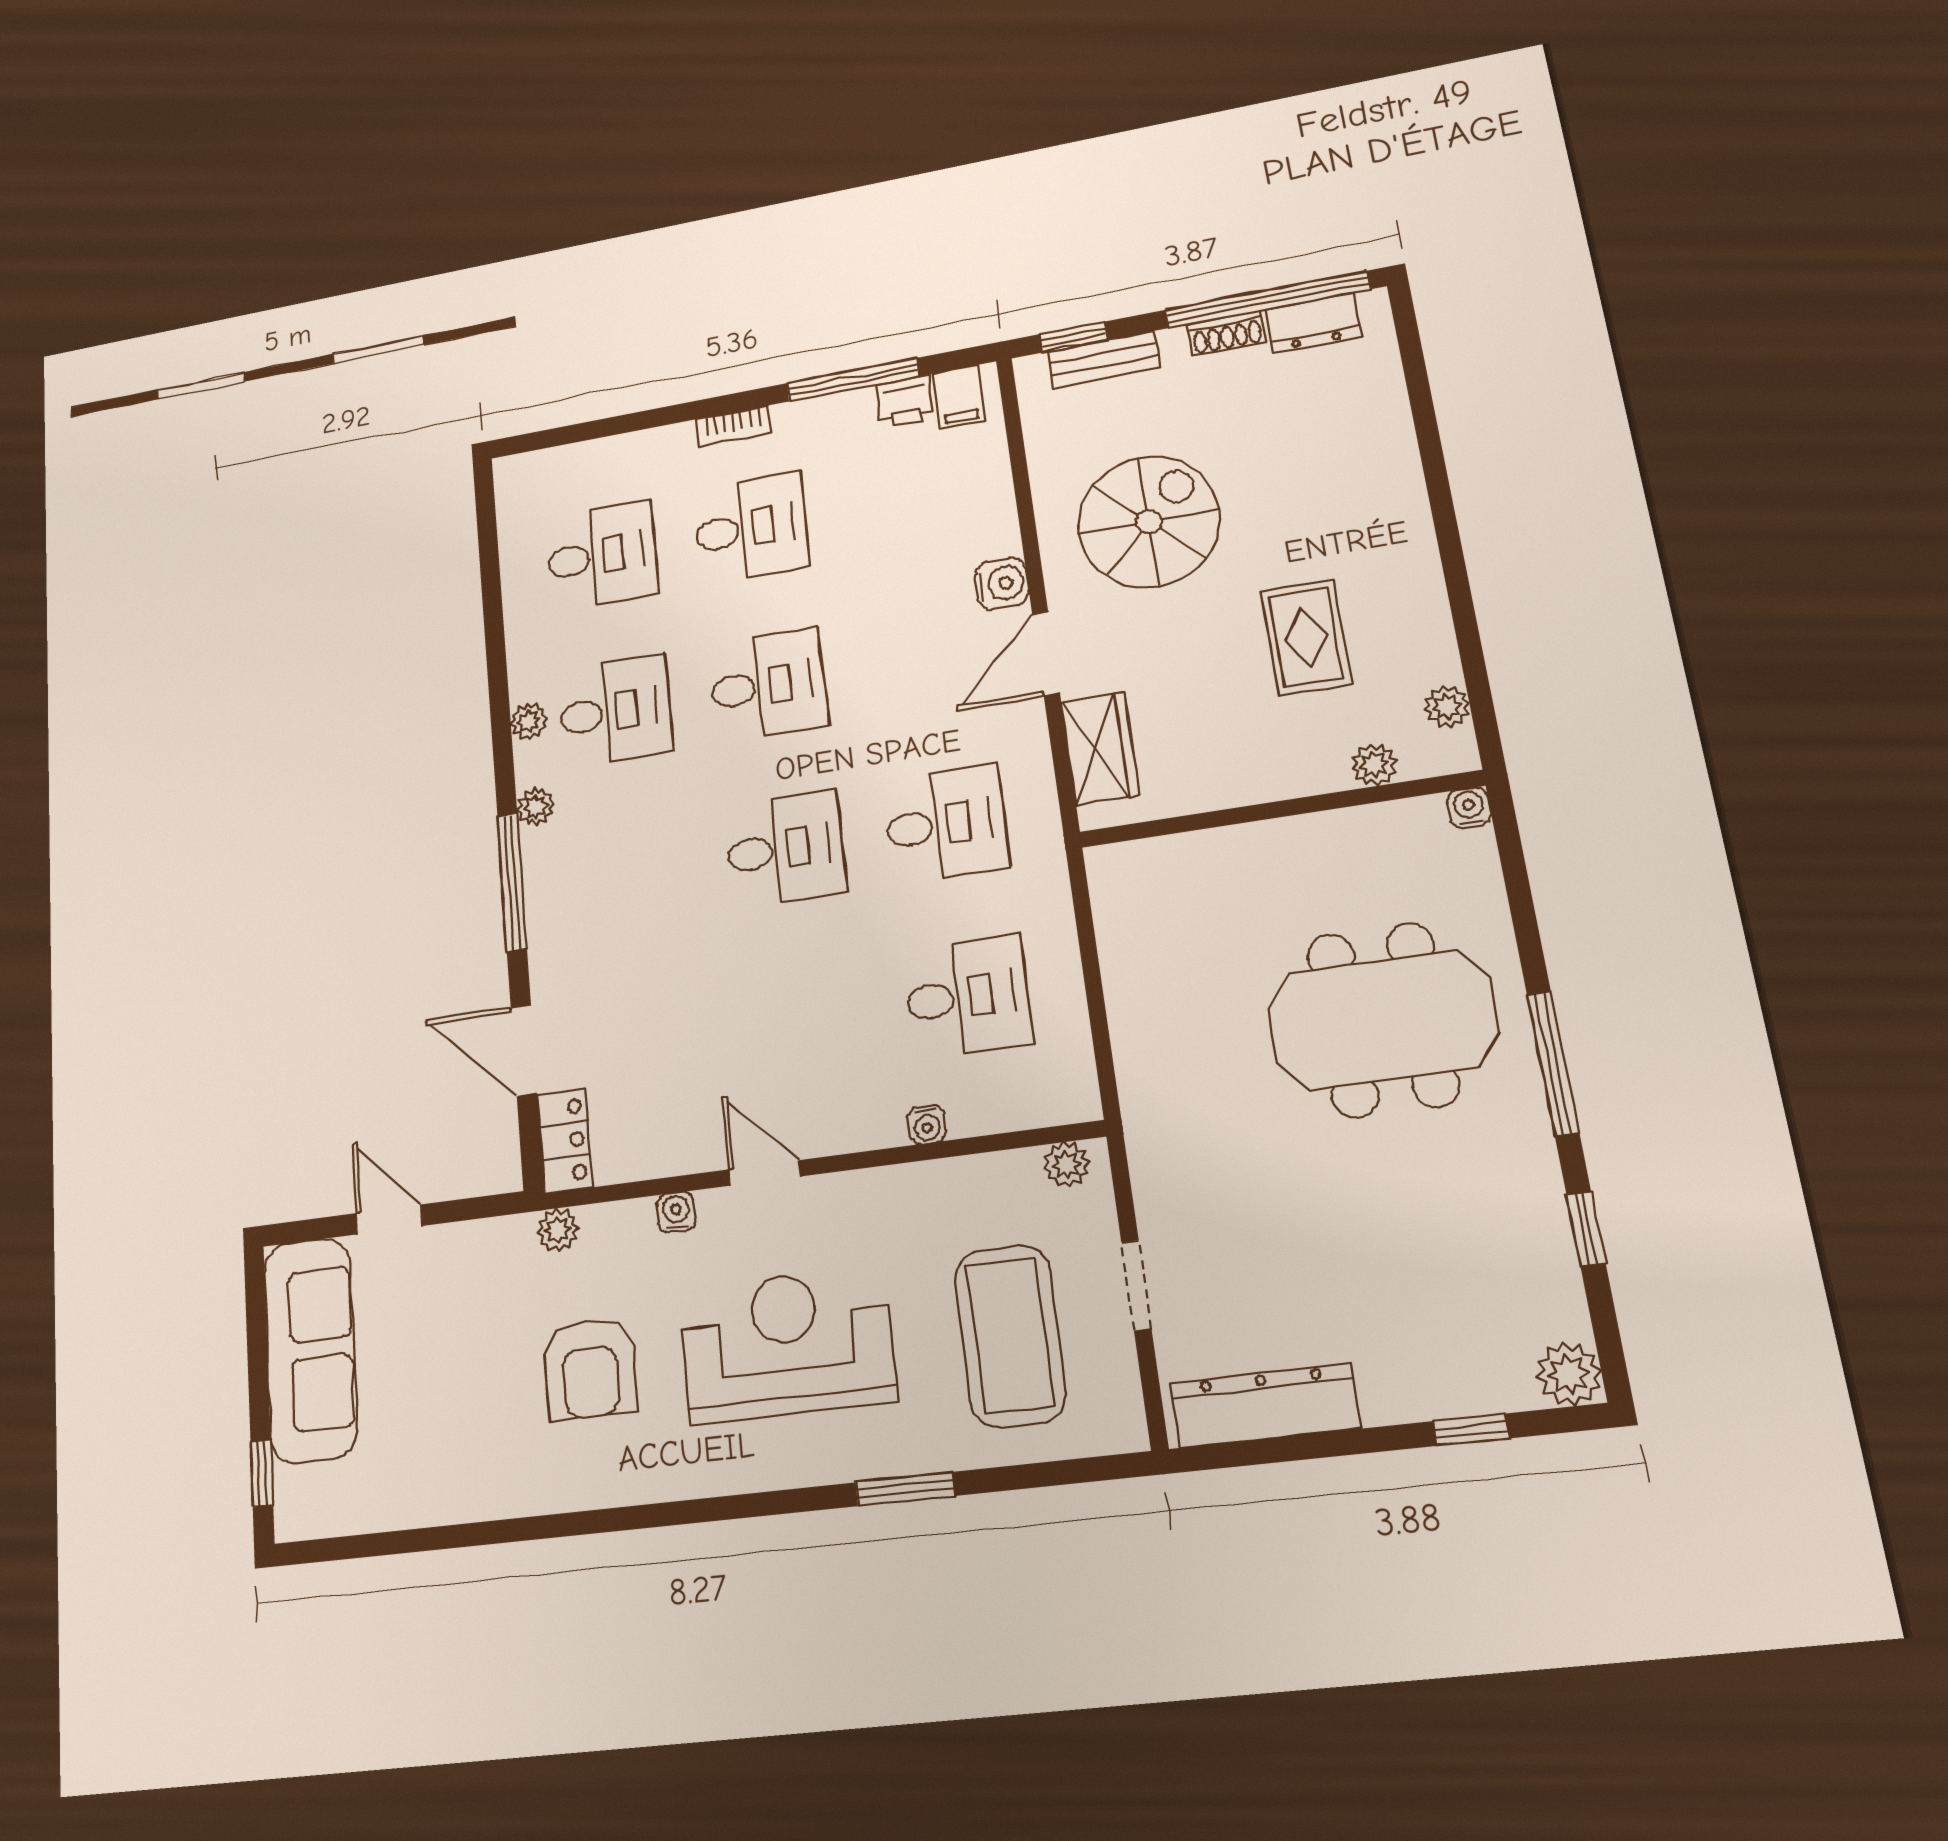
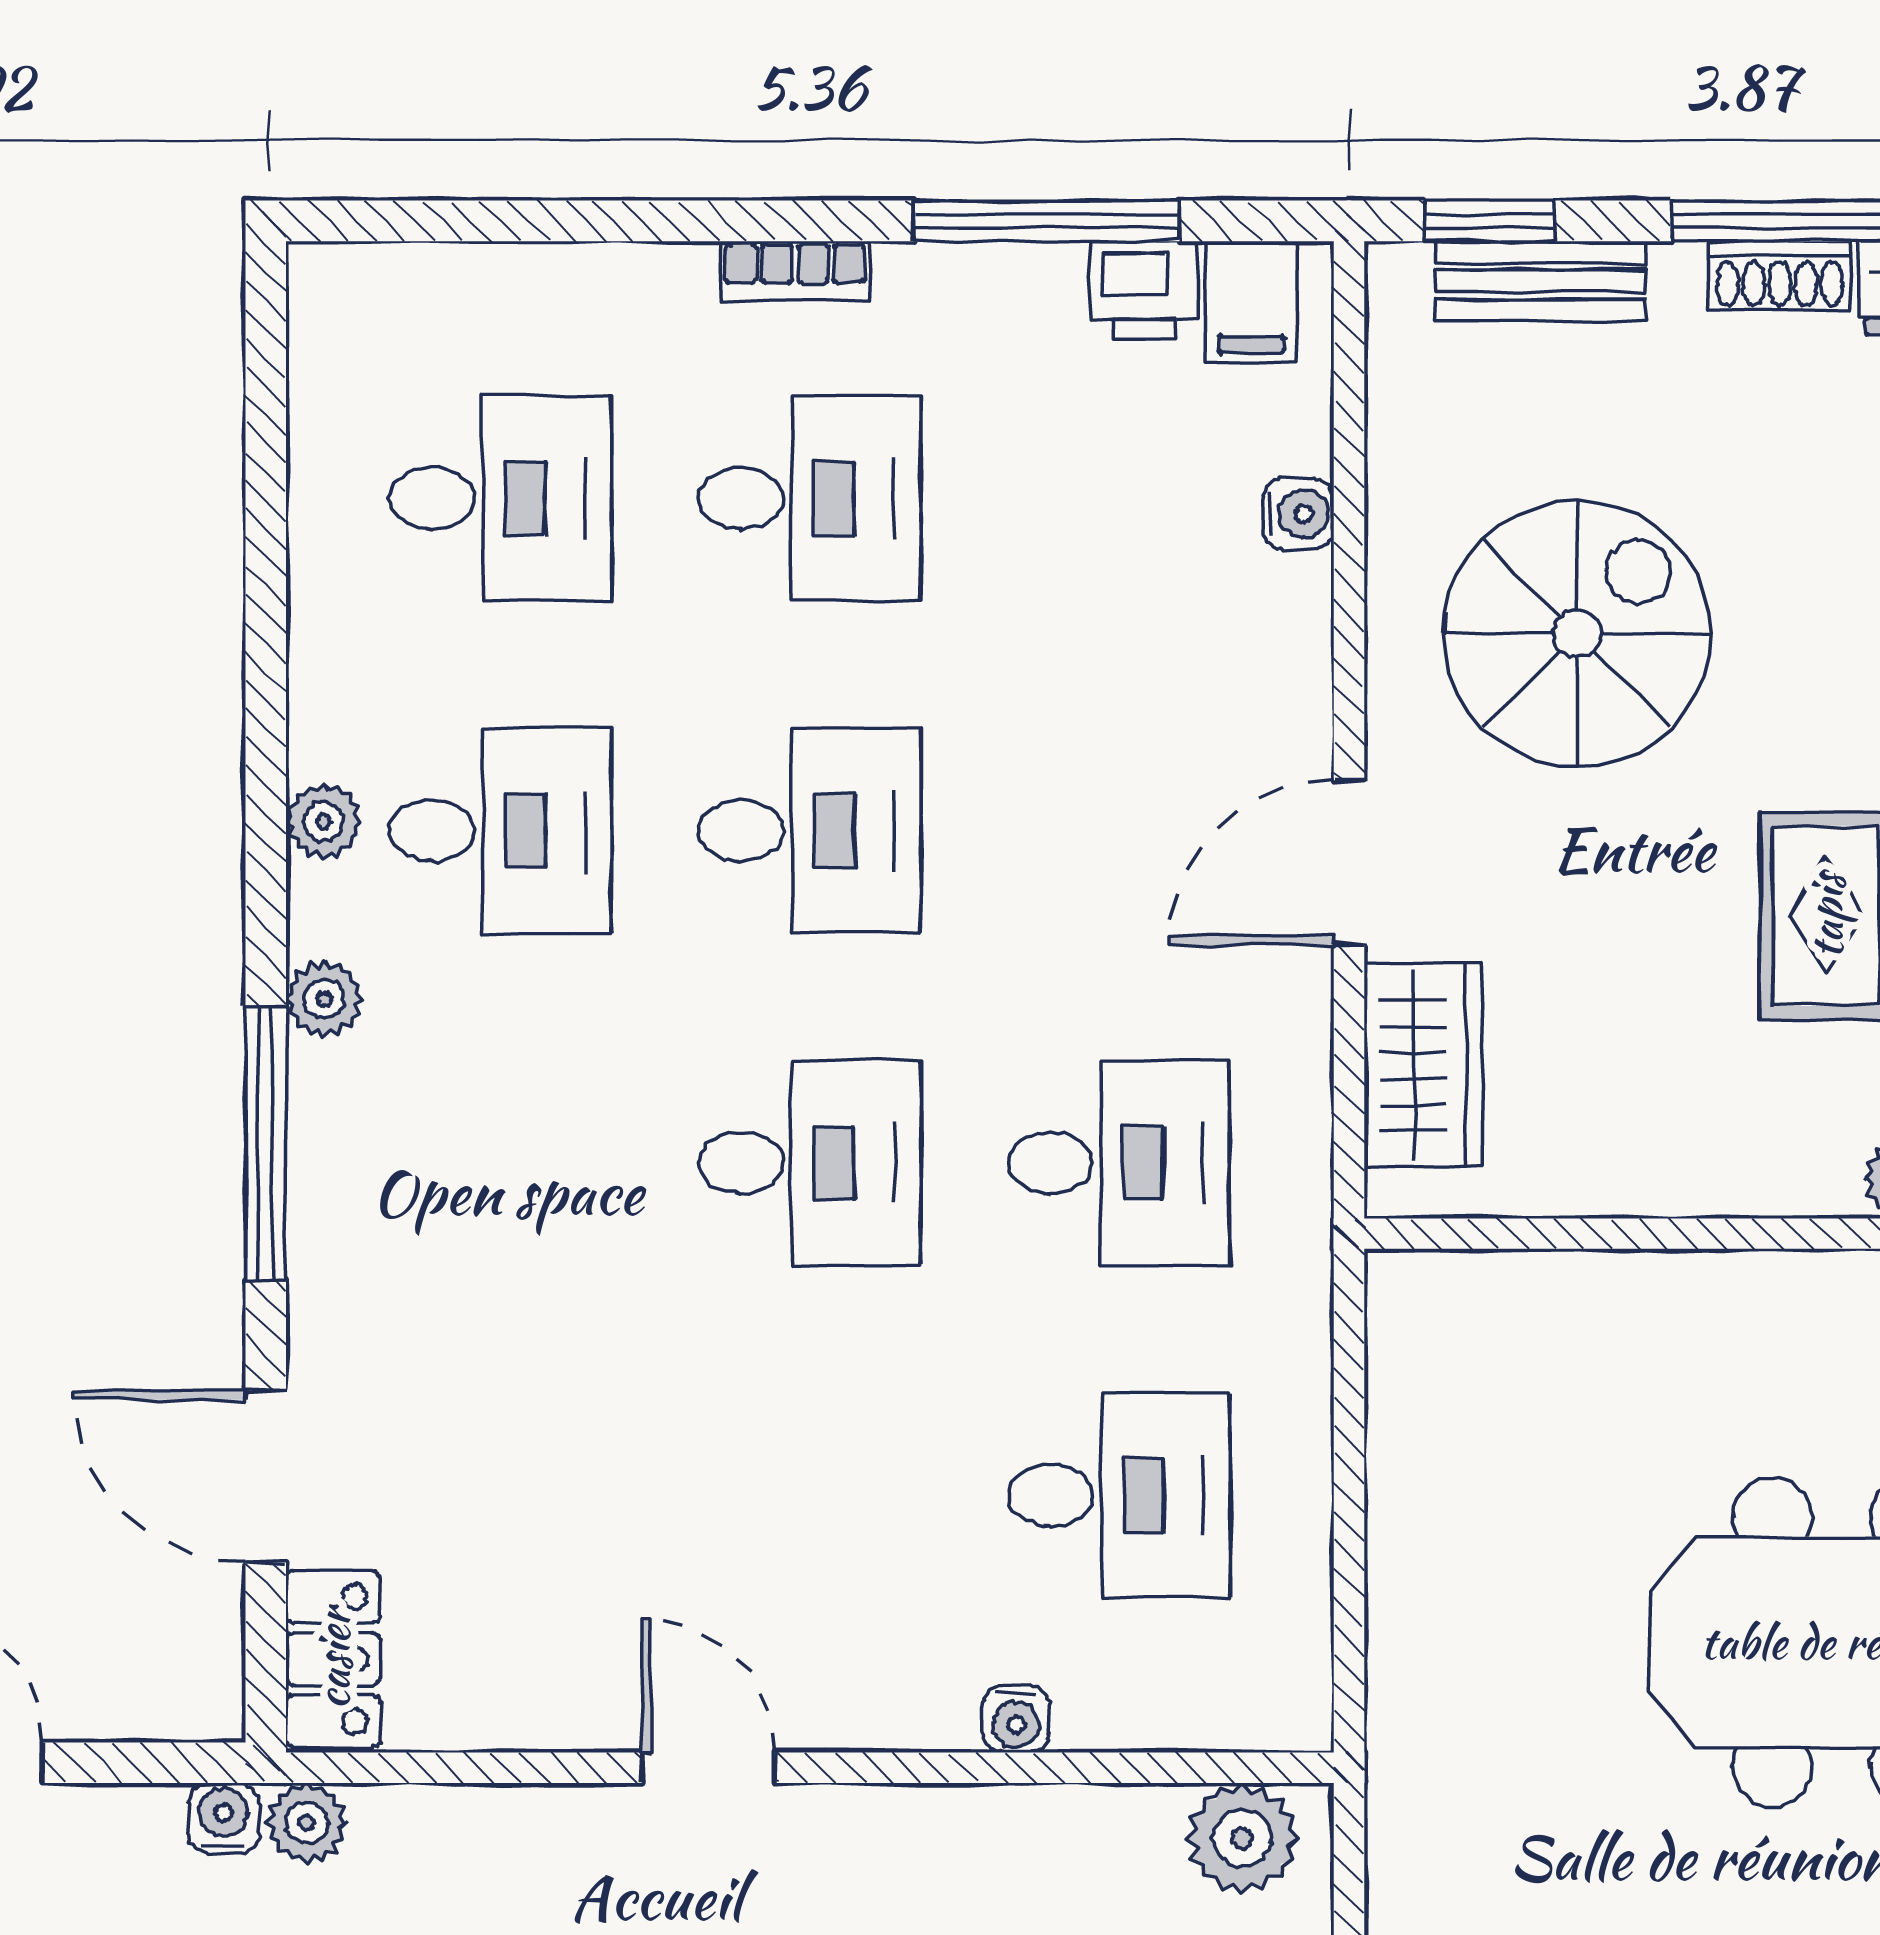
water cooler: (1002, 584) -> (1298, 514), moved, width x0.72, depth x0.72
plant: (1067, 1165) -> (1242, 1838), width x1.38, depth x1.38
water cooler: (676, 1212) -> (223, 1818), moved

